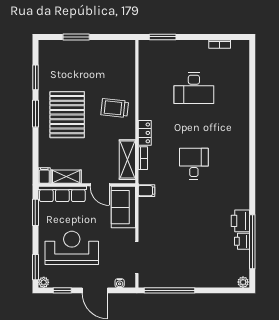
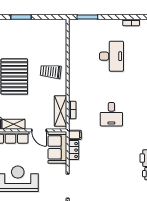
desk: (194, 88) -> (111, 56), turned -90
locker: (145, 133) -> (74, 150), moved
desk: (194, 164) -> (111, 114), turned 180

